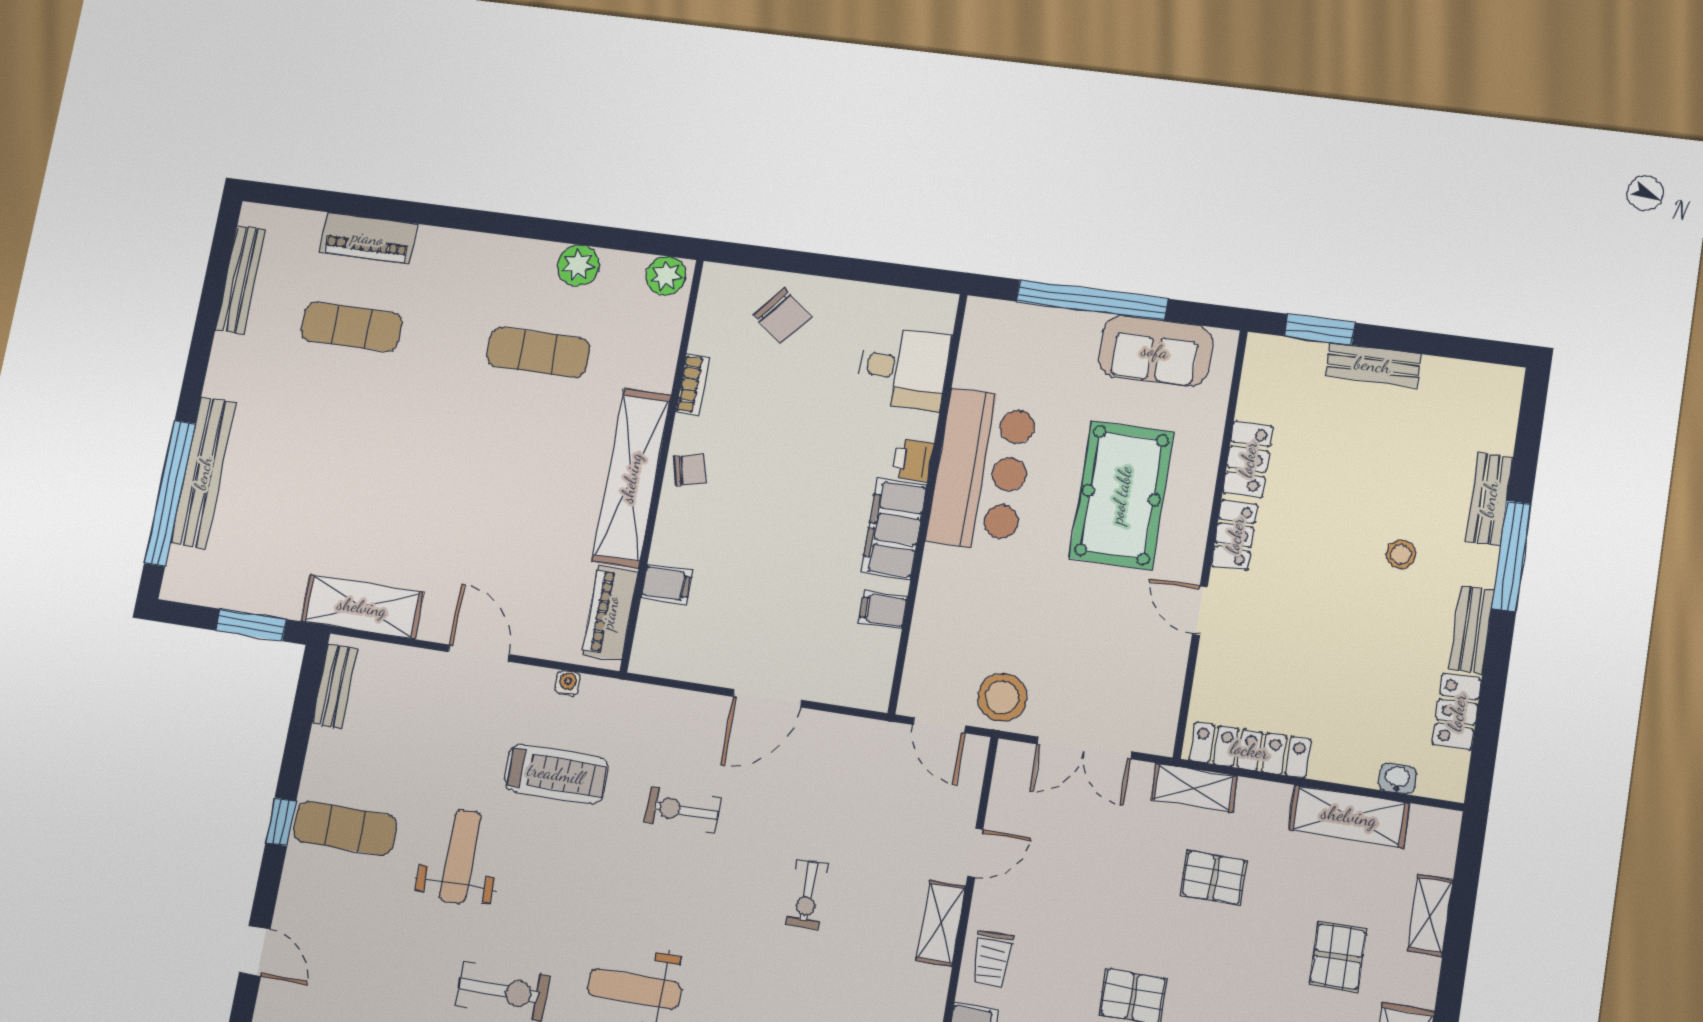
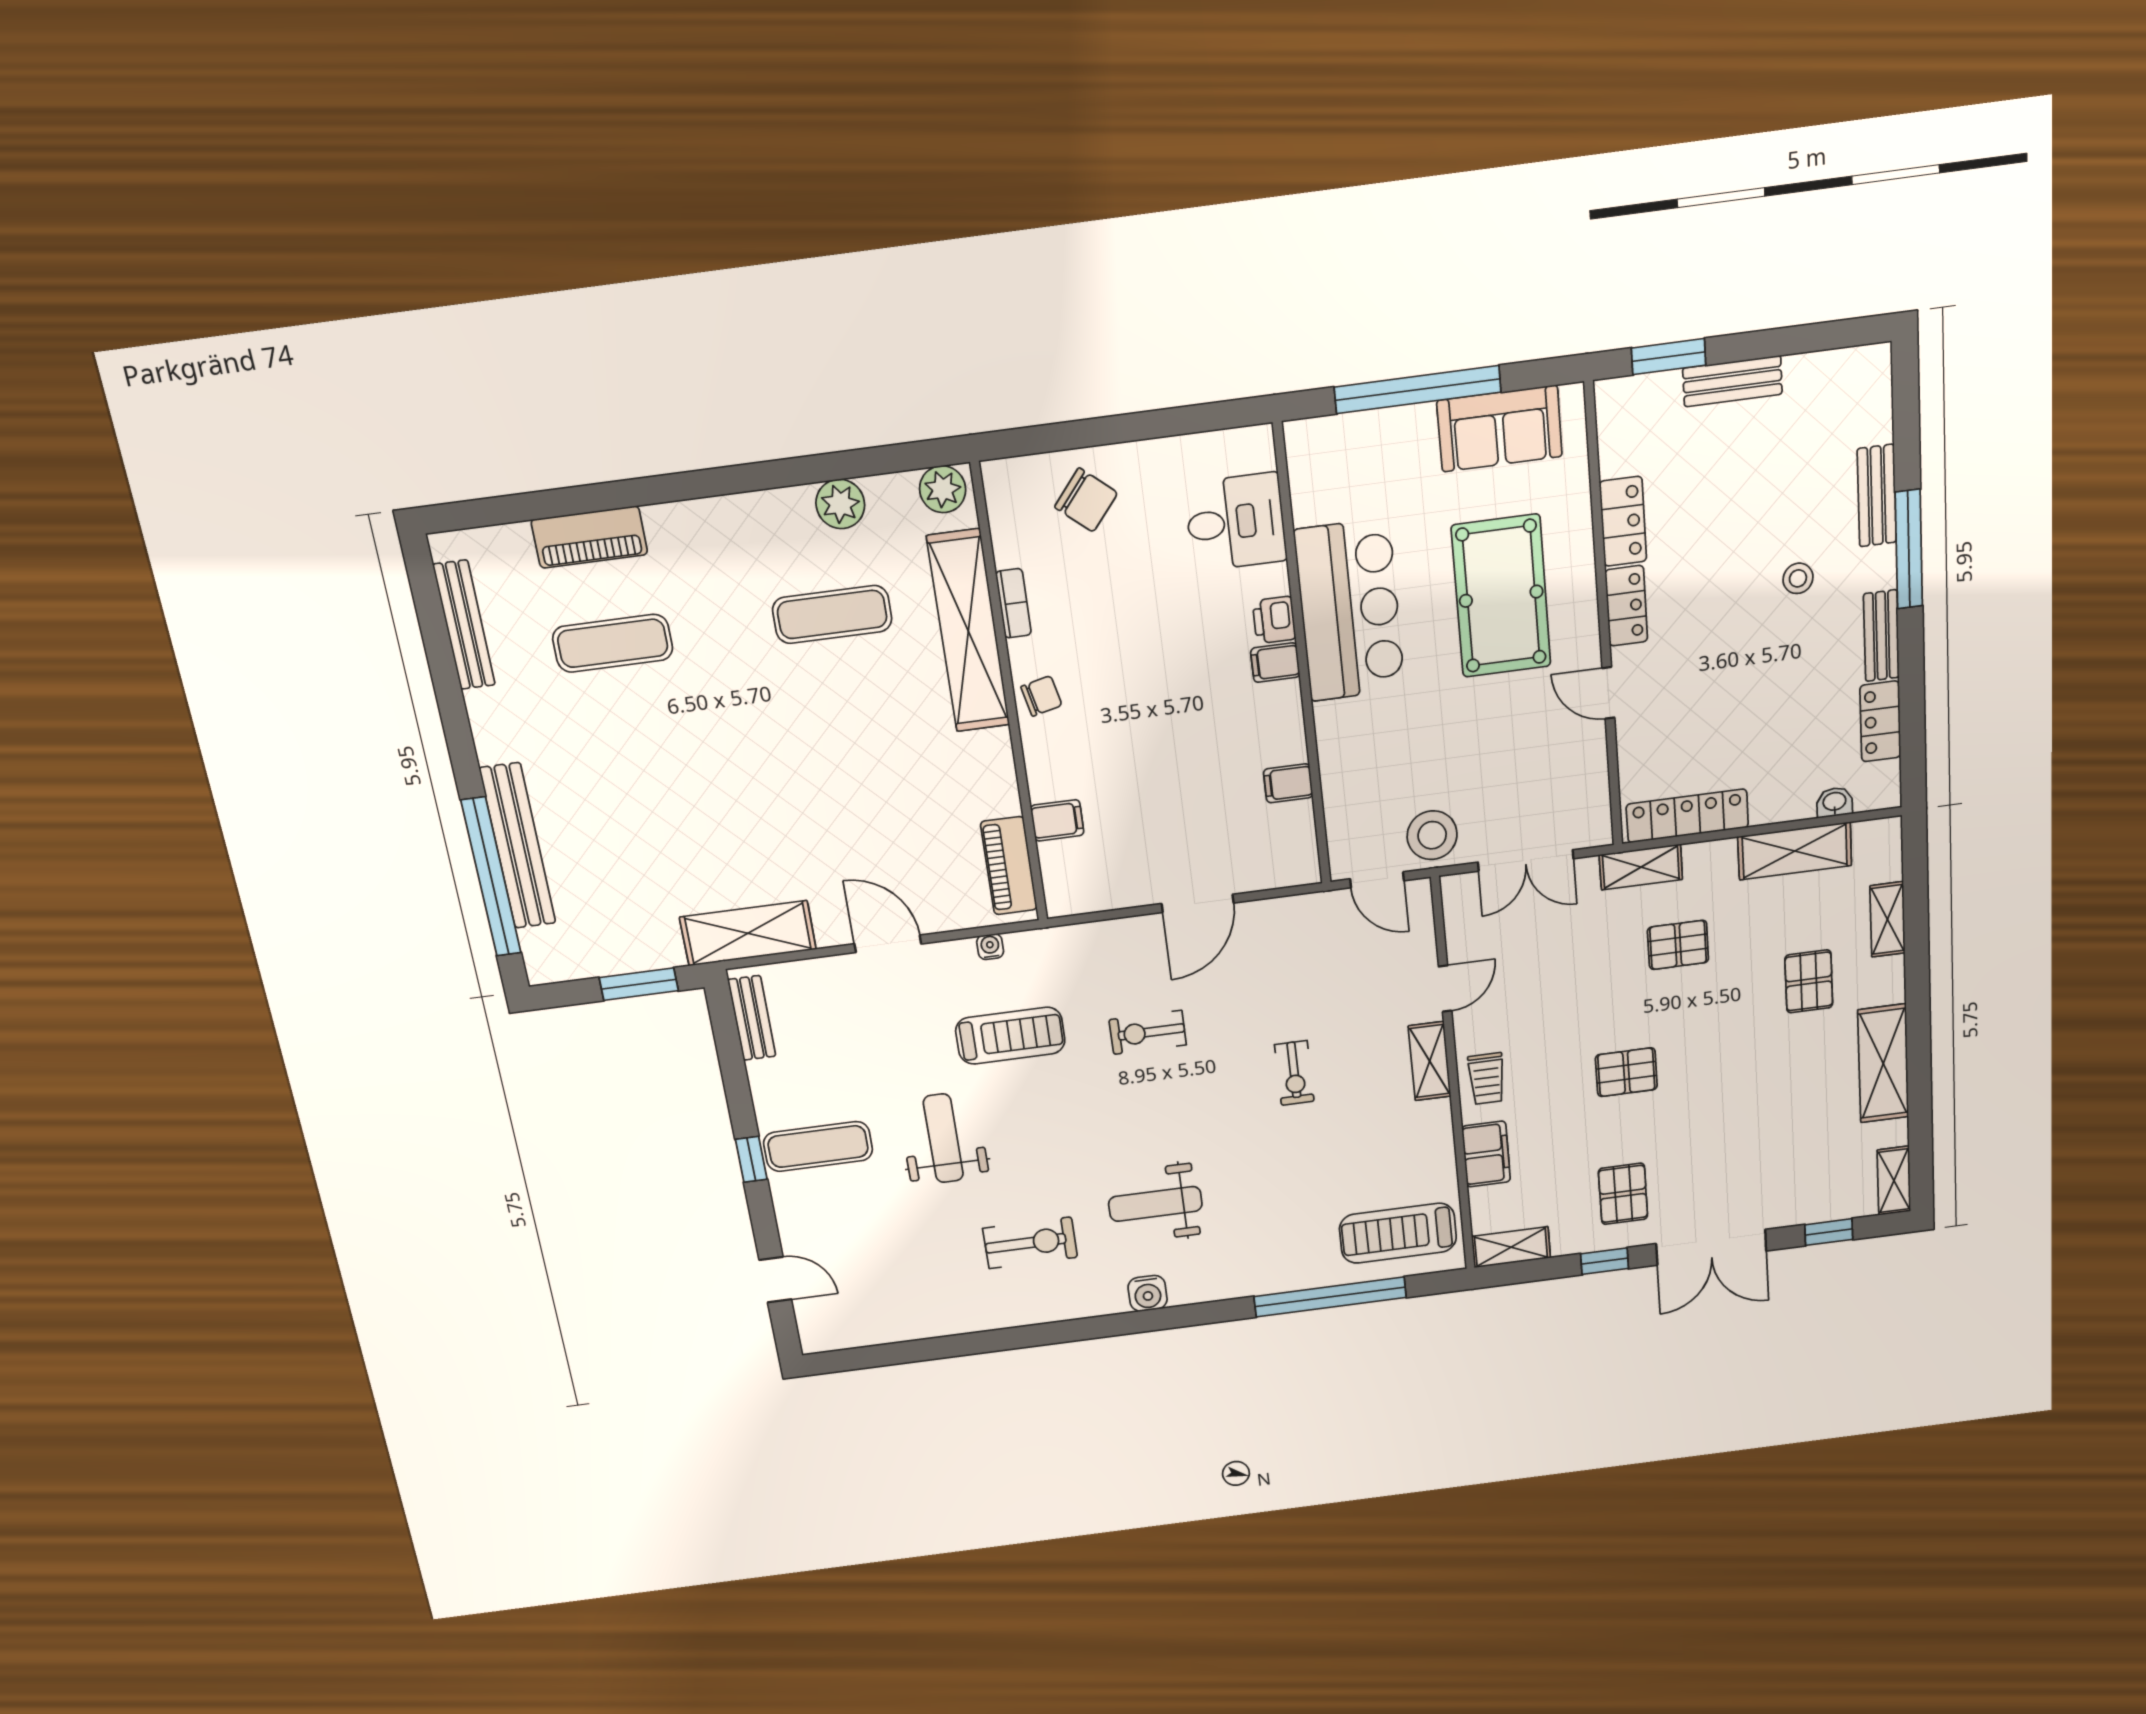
shelving: (631, 478) -> (968, 631), moved
filing cabinet: (894, 529) -> (1275, 663), width x0.33, depth x0.86

